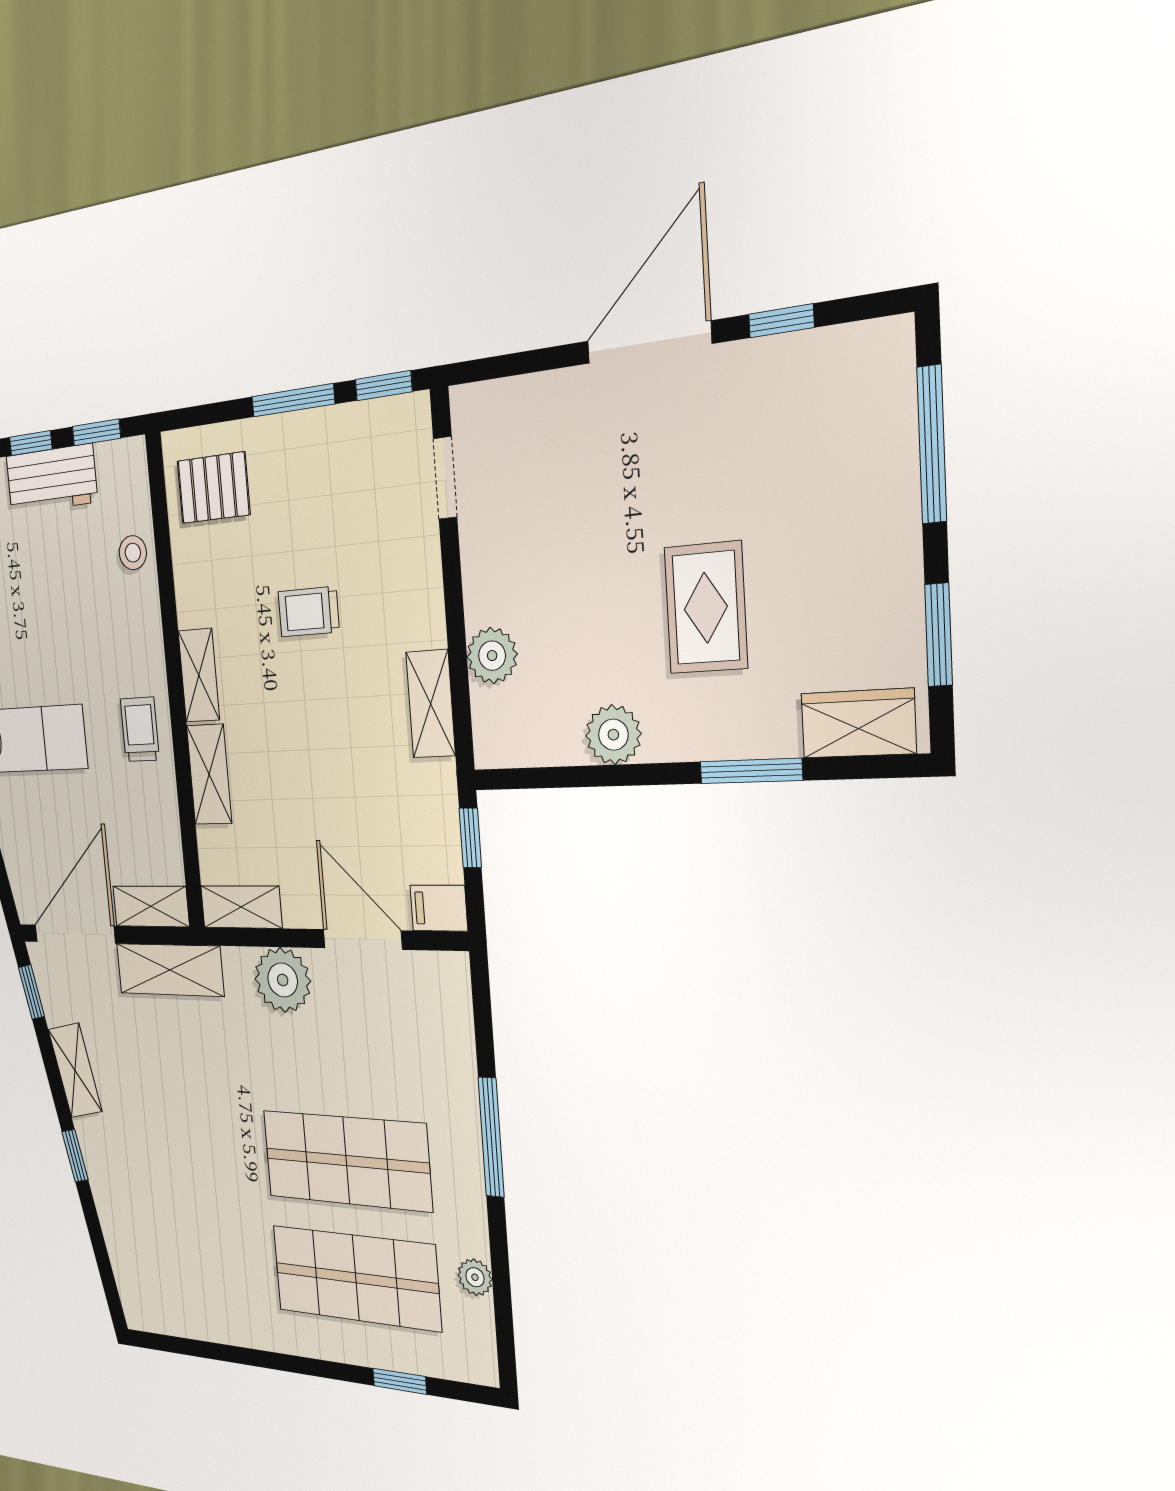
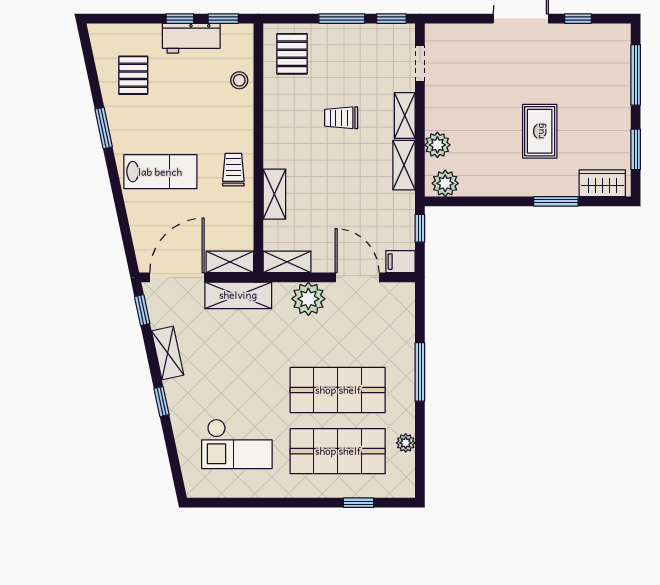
pallet: (213, 488) -> (292, 54), turned 90
shelving: (199, 675) -> (405, 116), moved
plant: (613, 735) -> (445, 183), moved
checkout: (193, 1244) -> (237, 444), added

